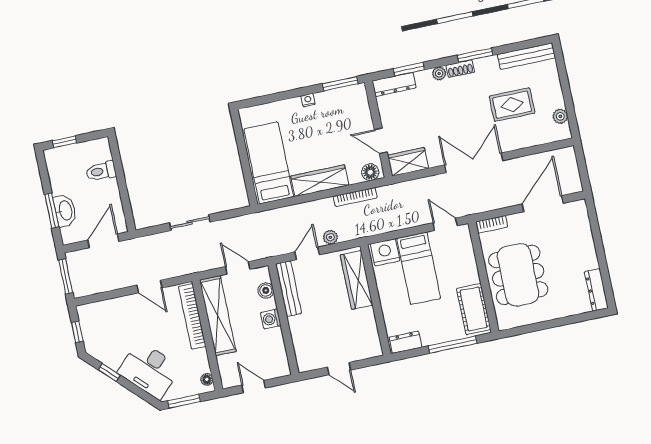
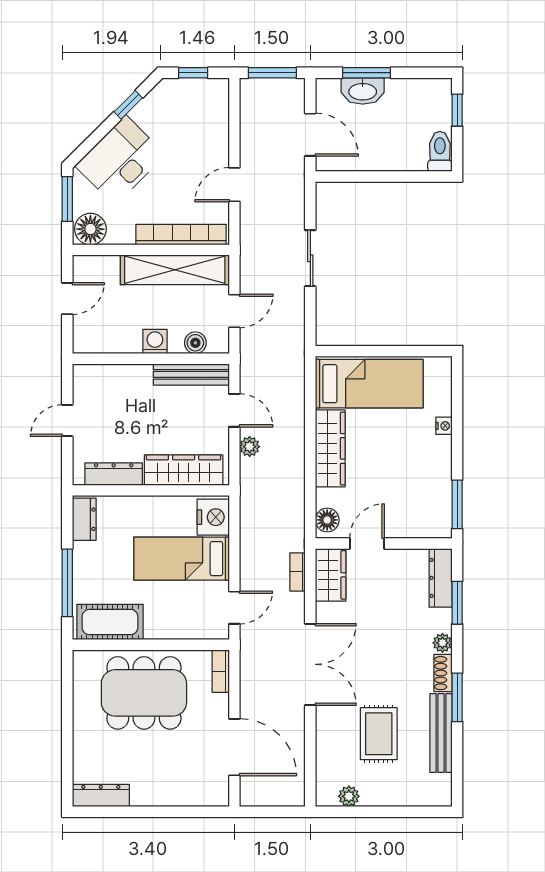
bench: (526, 56) -> (441, 733), moved
nightstand: (308, 100) -> (444, 426), moved
toilet: (101, 171) -> (440, 151), moved
bookcase: (355, 197) -> (298, 572), moved, width x0.64
dresser: (370, 328) -> (114, 474), added
floor lamp: (207, 379) -> (90, 229), width x1.89, depth x1.89

